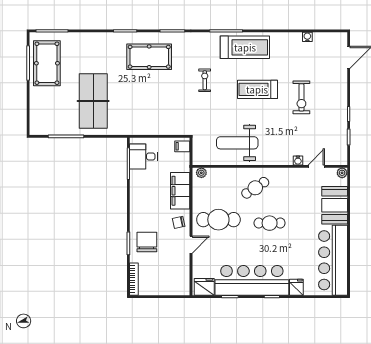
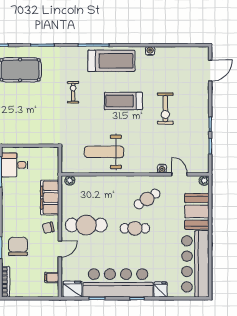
water cooler: (307, 37) -> (150, 51), moved
filing cabinet: (182, 146) -> (52, 277), moved
door: (316, 166) -> (179, 174), hinge flipped
cafe table: (255, 188) -> (147, 199), moved

